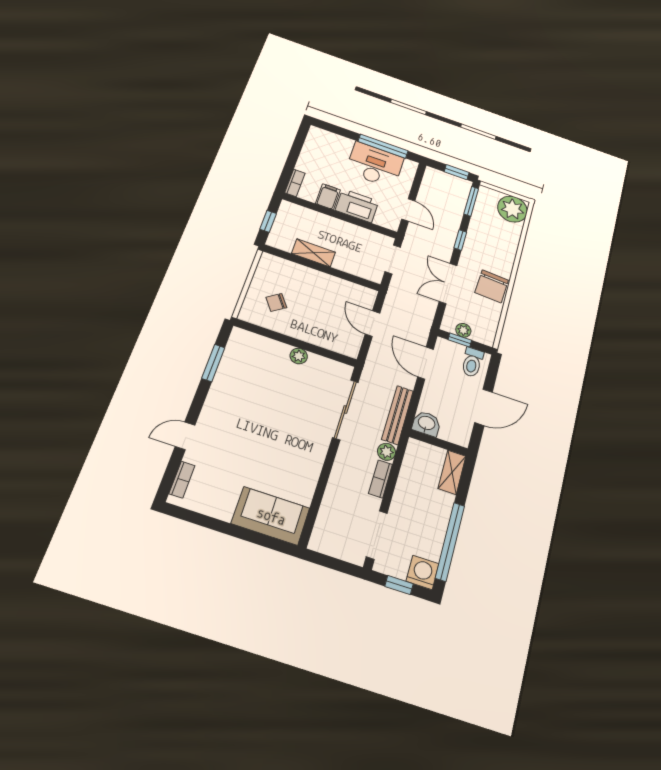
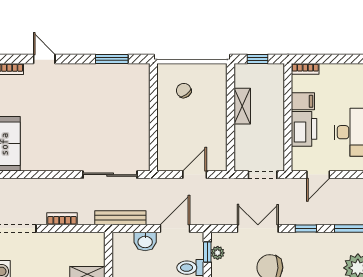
plant: (299, 356) -> (143, 124), removed
washbasin: (426, 424) -> (145, 241), moved, turned 90
plant: (386, 452) -> (86, 217), removed

